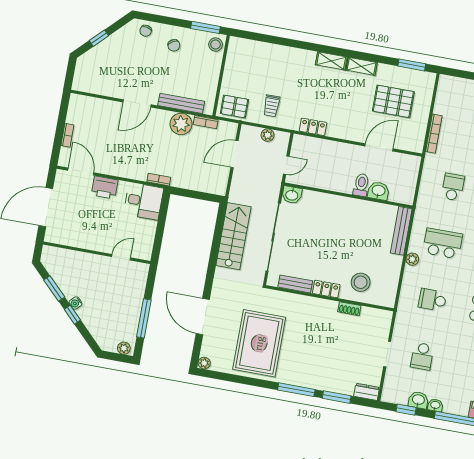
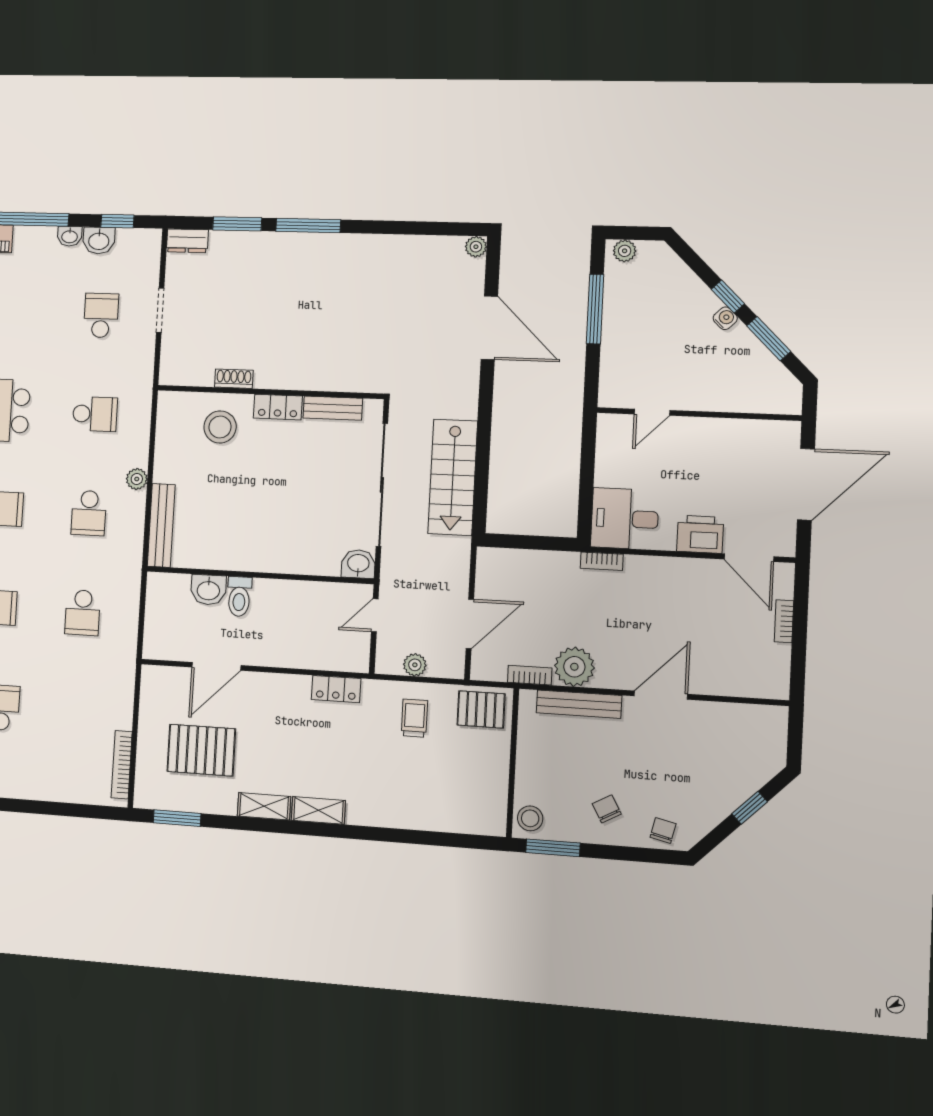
bookcase: (434, 134) -> (122, 765), moved
school desk: (443, 243) -> (89, 513), width x0.54
rug: (259, 343) -> (383, 296), removed

